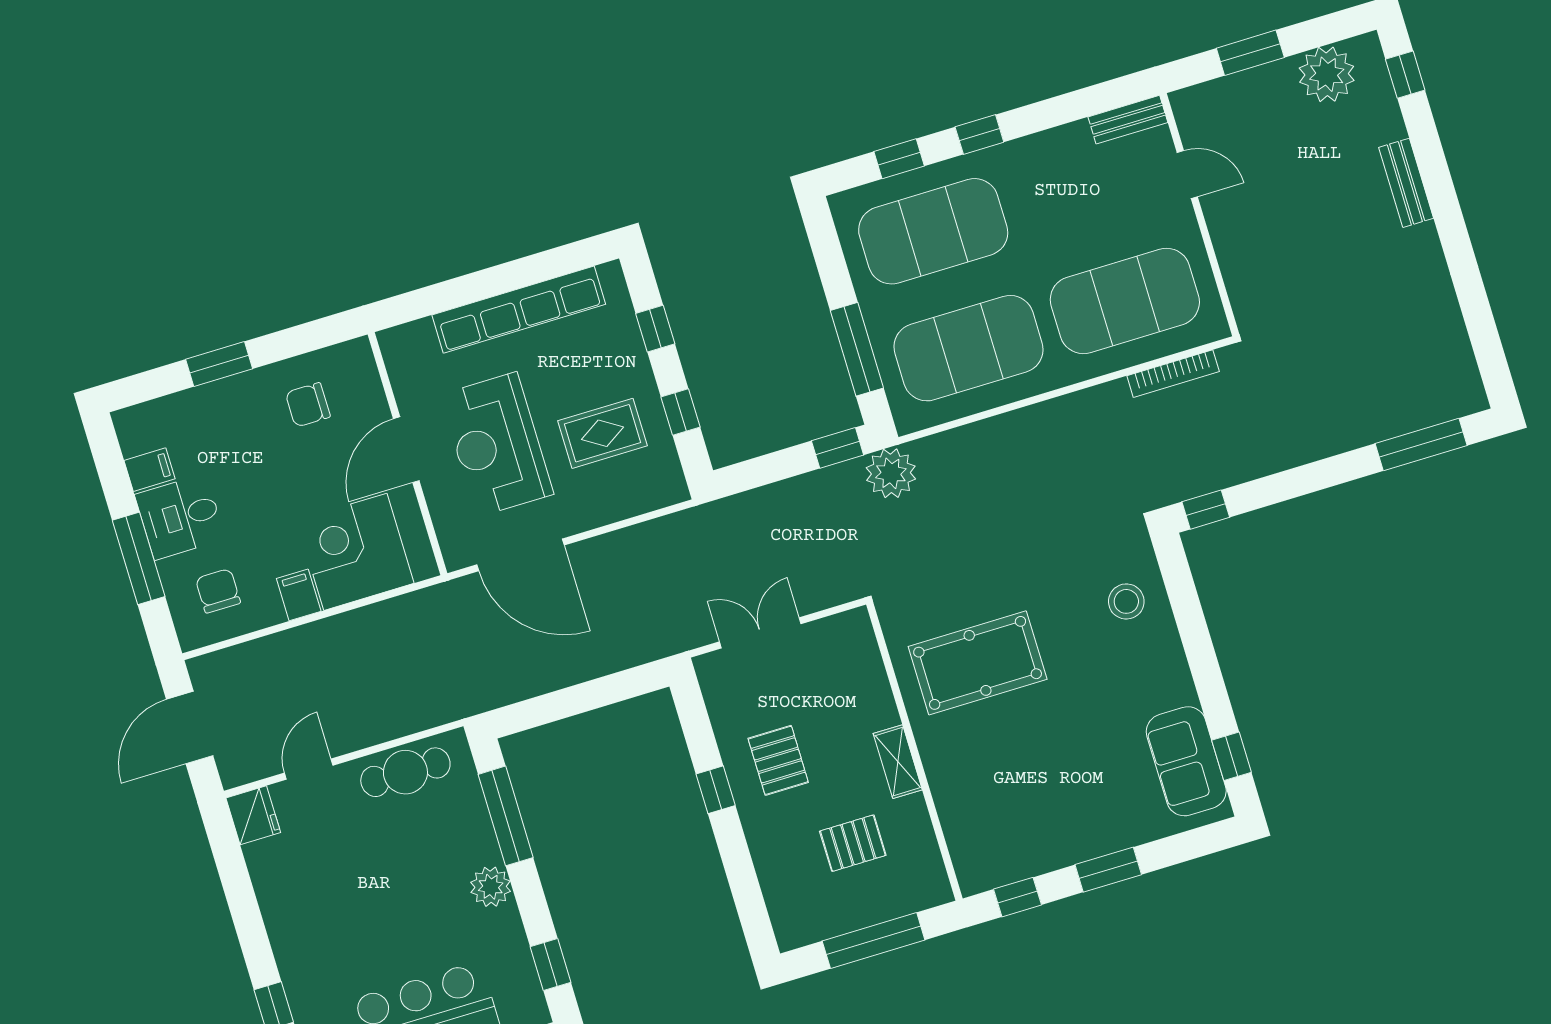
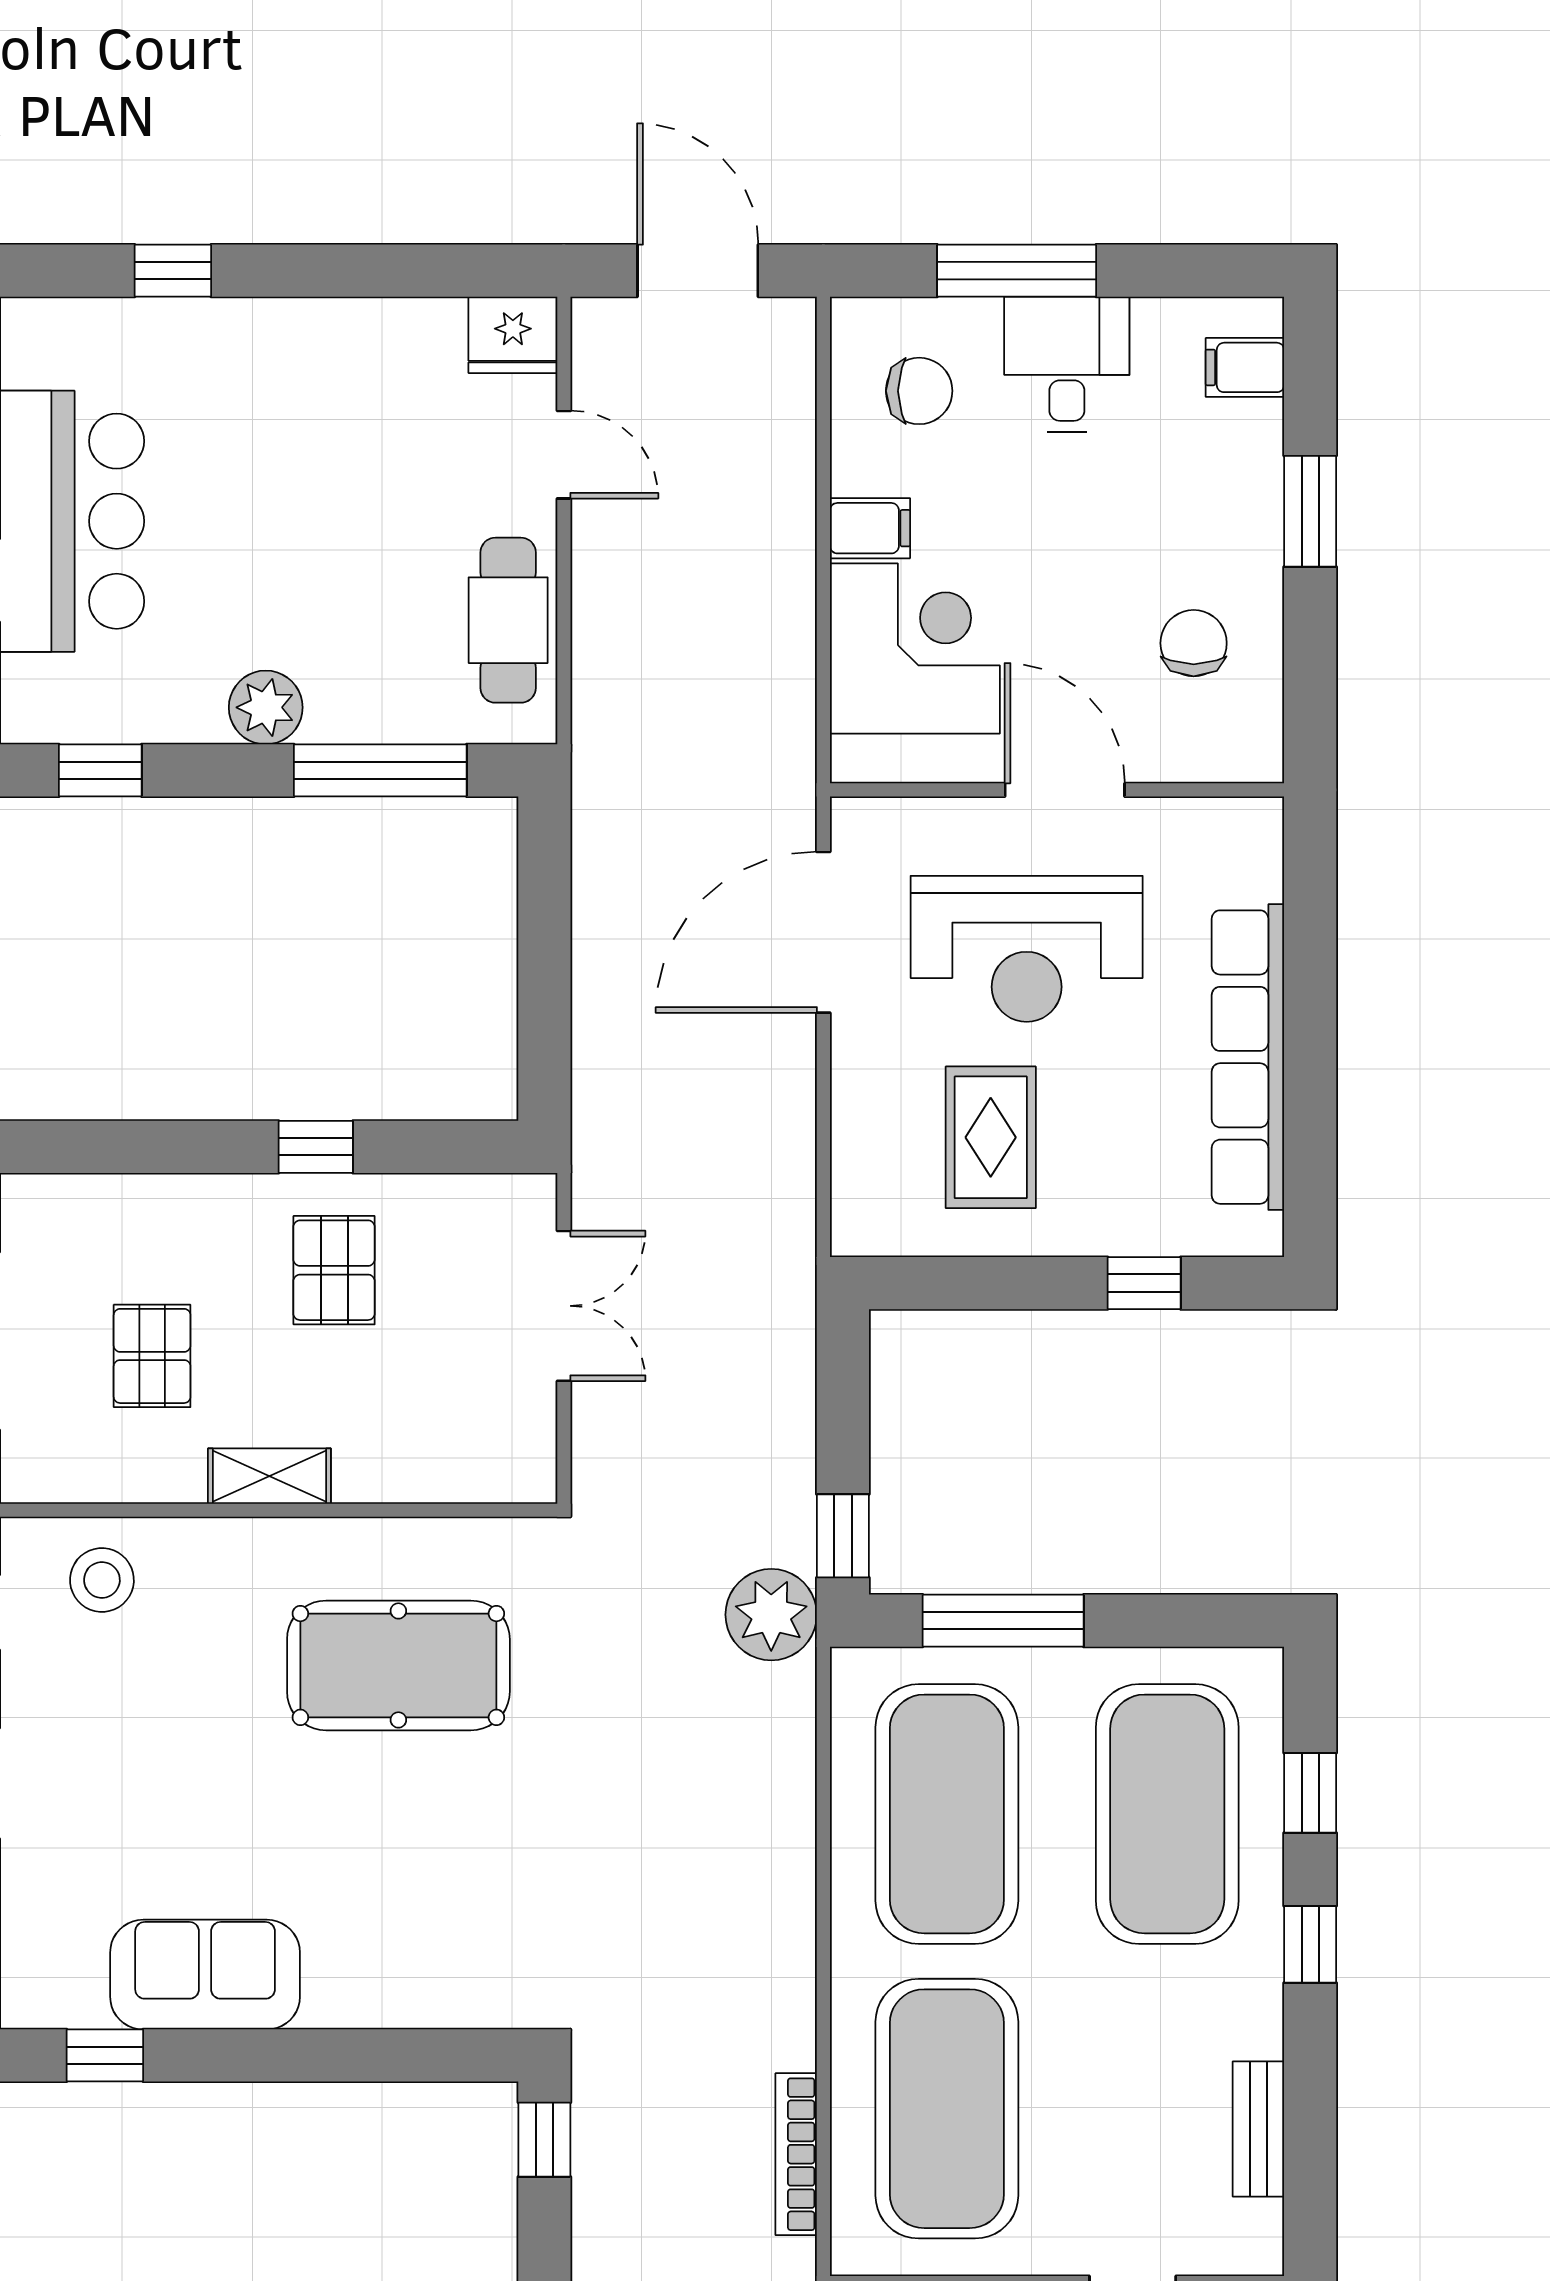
bench: (1128, 120) -> (1258, 2129), moved
window: (680, 412) -> (987, 1283), removed
reception desk: (497, 444) -> (1027, 949), turned 180
filing cabinet: (150, 470) -> (1245, 367), moved, turned 90
stool: (1126, 601) -> (102, 1580), moved
pool table: (978, 663) -> (398, 1665), turned 90
pallet: (778, 760) -> (334, 1270), turned 90
sofa: (1186, 761) -> (205, 1975), moved

